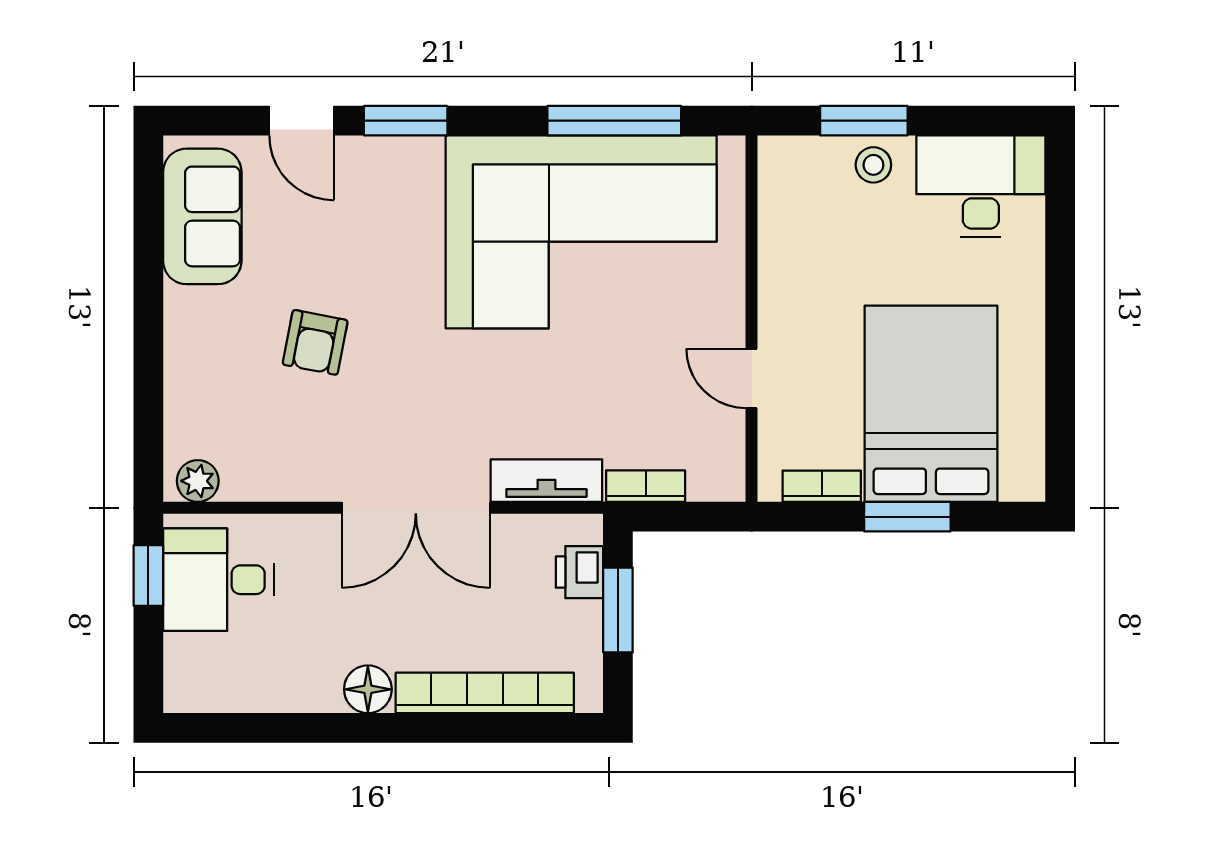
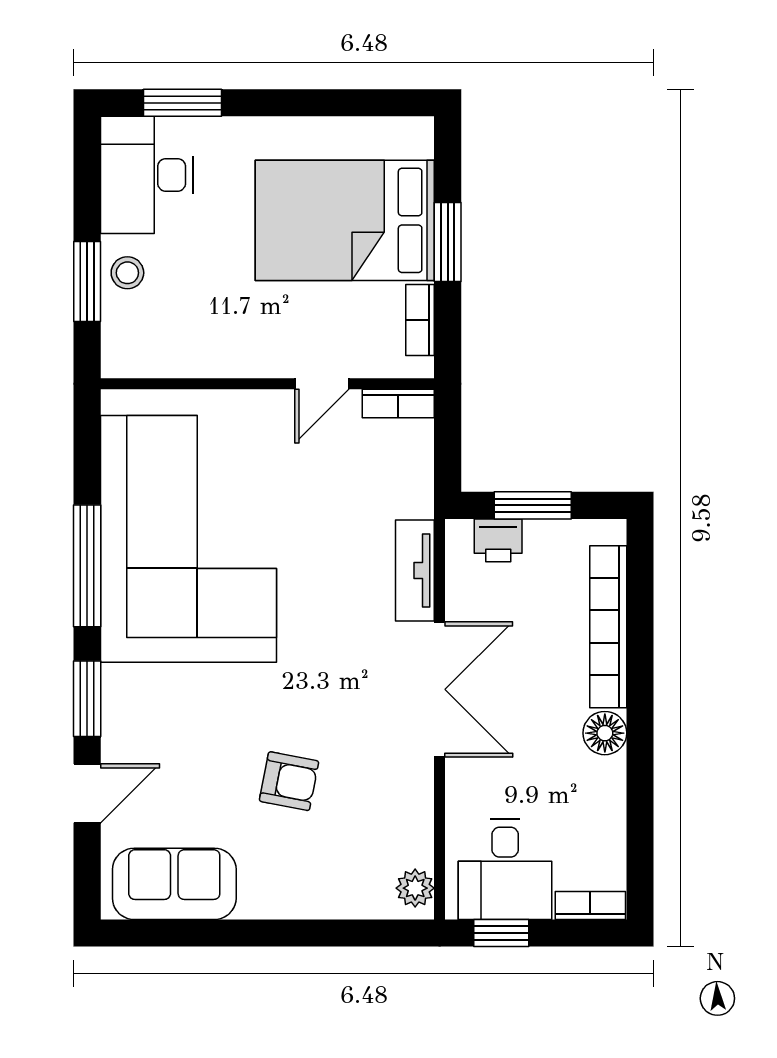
window: (614, 121) -> (87, 566), moved
window: (1060, 225) -> (182, 103), added
bookcase: (646, 486) -> (398, 403), moved, turned -90
bookcase: (179, 673) -> (590, 906), added

